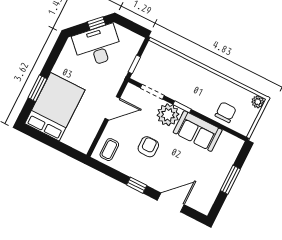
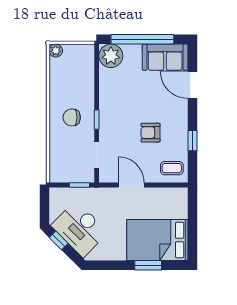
chair: (226, 112) -> (72, 117), moved
plant: (168, 115) -> (111, 56), moved
sofa: (198, 131) -> (165, 57), moved, turned 90
window: (230, 180) -> (142, 39), width x2.11
window: (137, 185) -> (192, 141), moved

